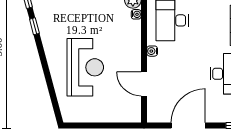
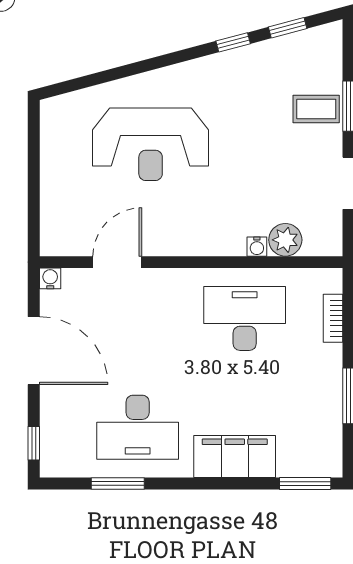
water cooler: (152, 51) -> (50, 278), moved

